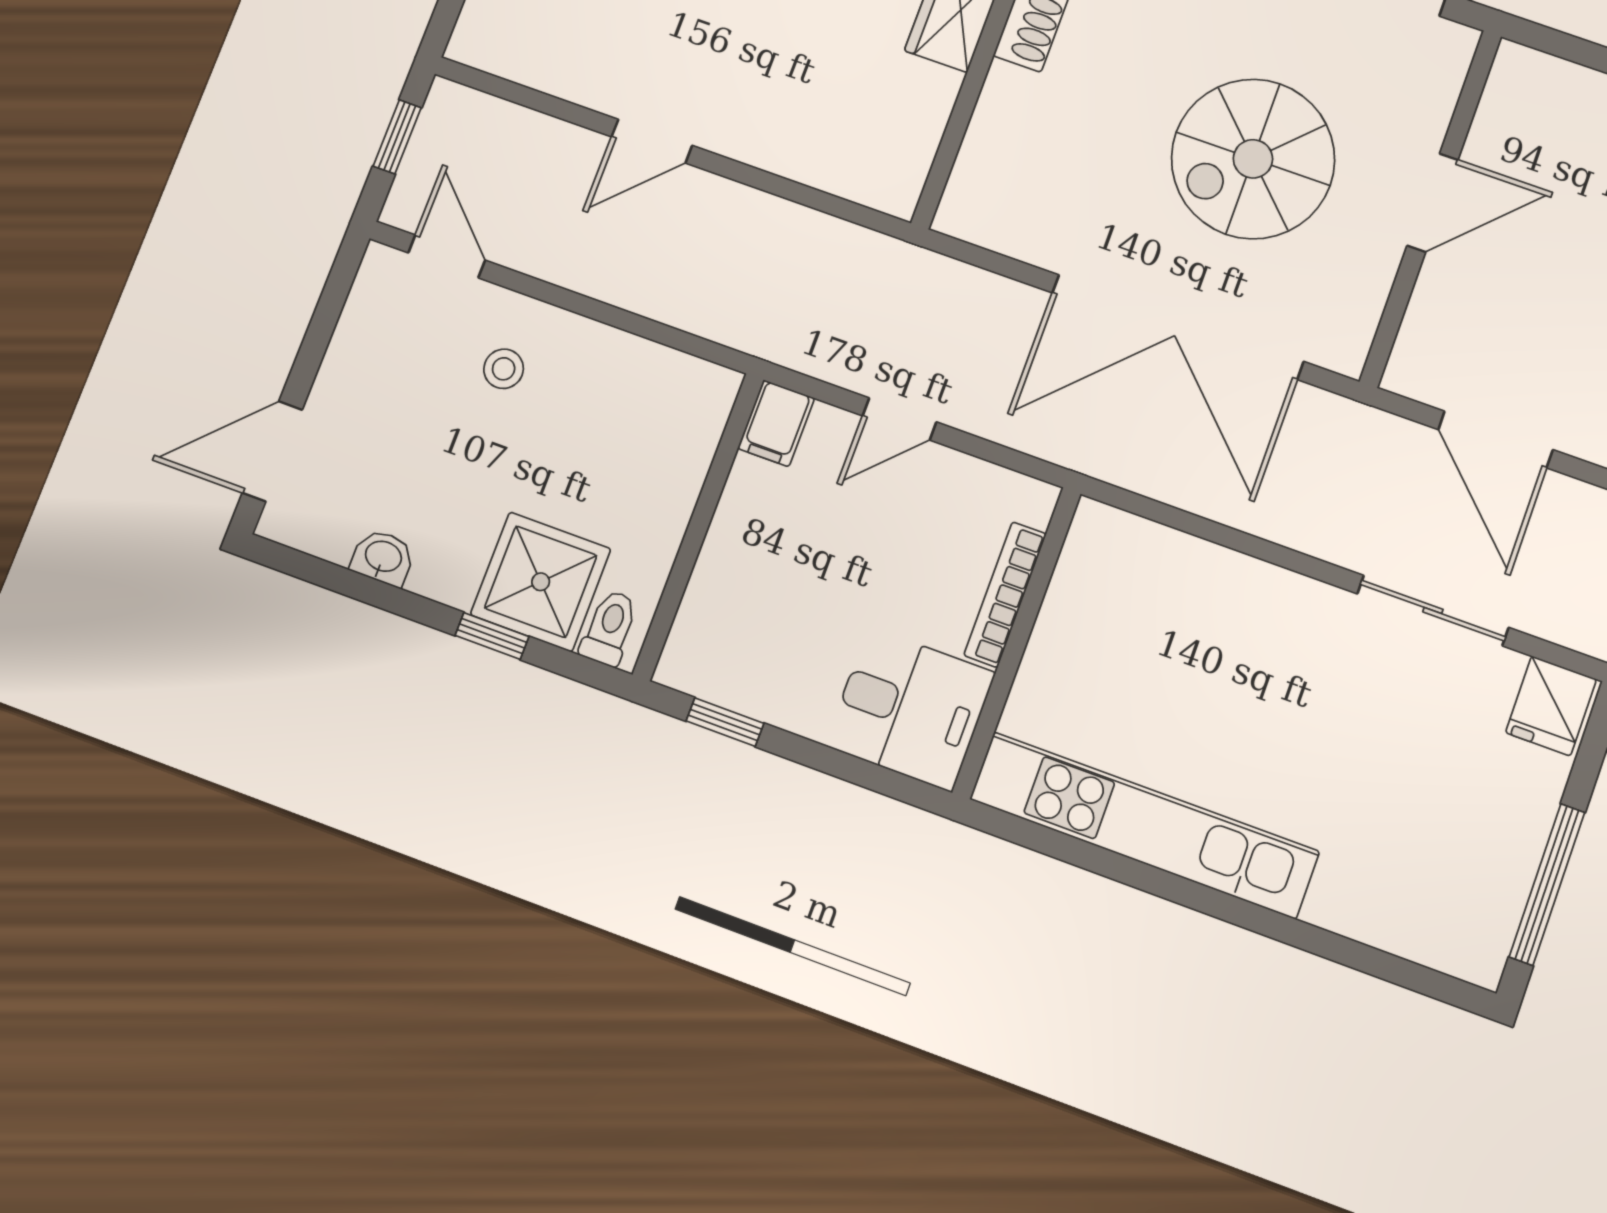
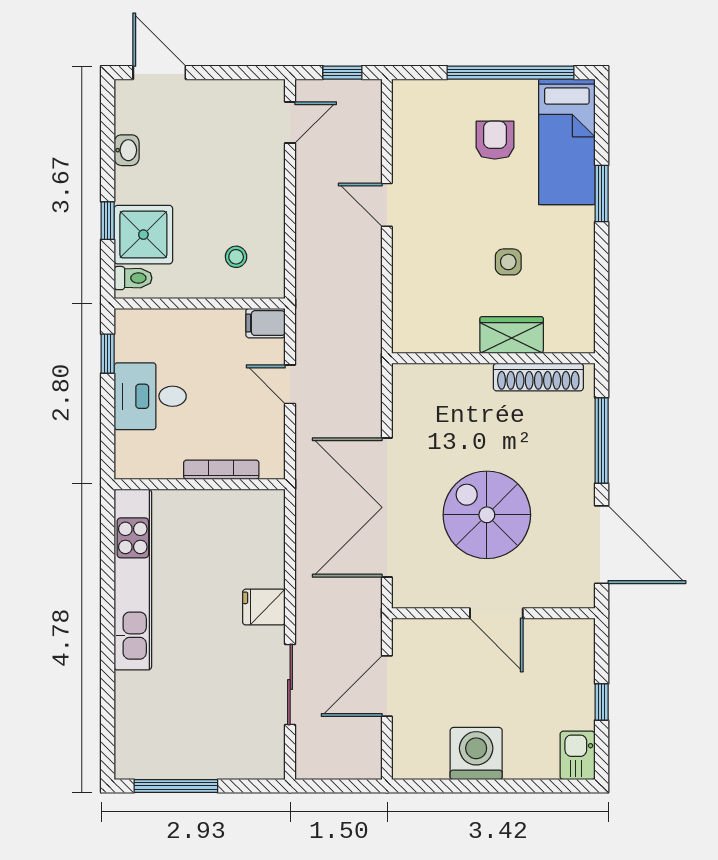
stool: (504, 369) -> (236, 257), moved
fridge: (1551, 706) -> (264, 607), moved
desk: (910, 709) -> (150, 396), moved, turned 90

